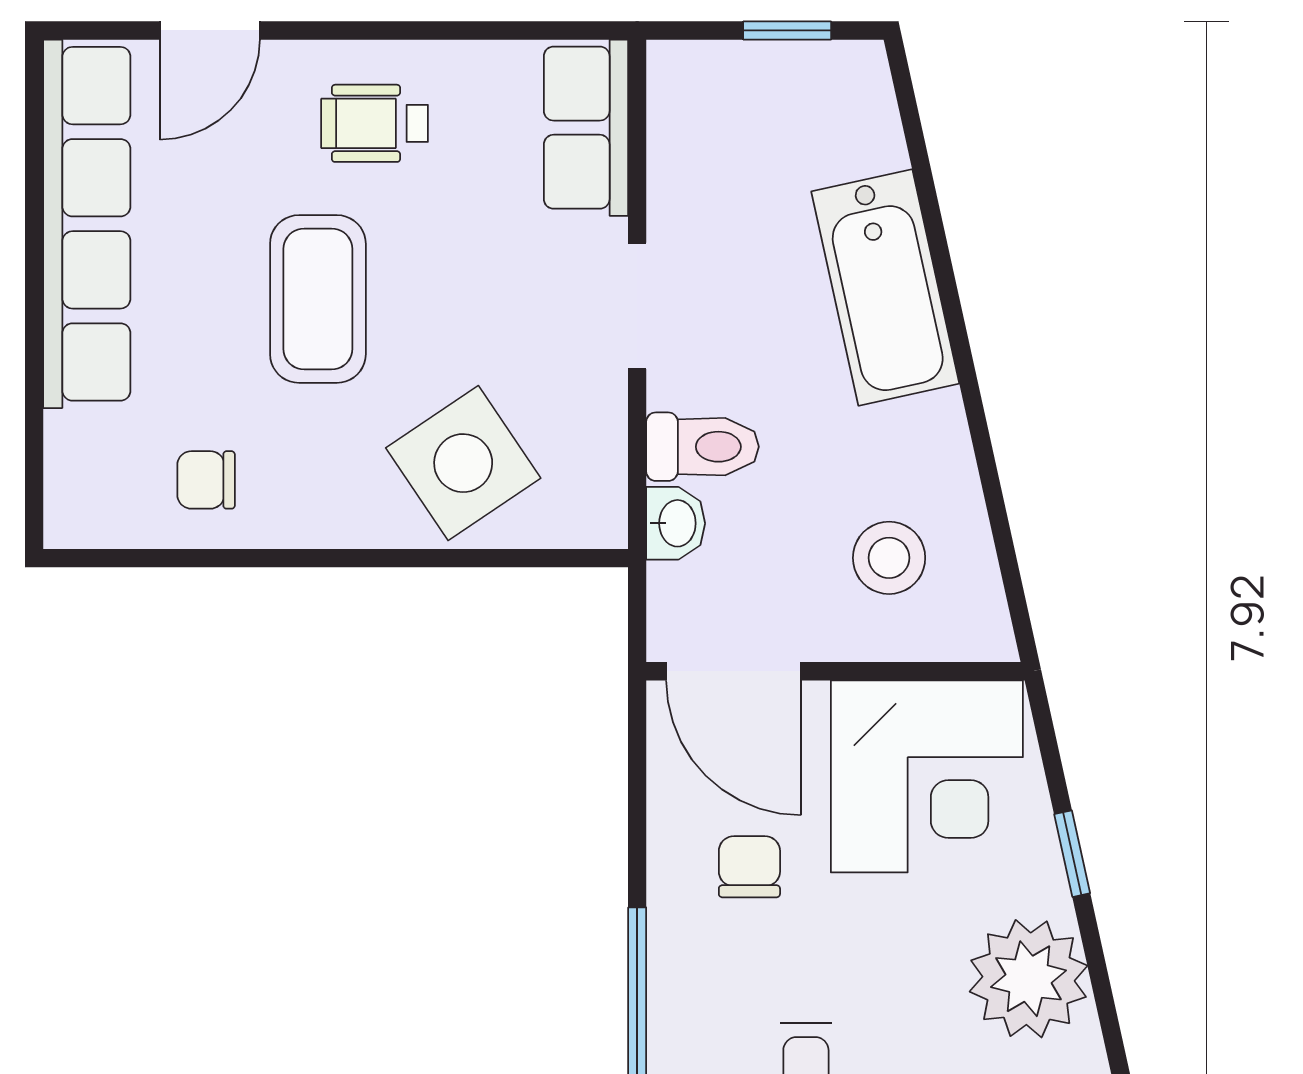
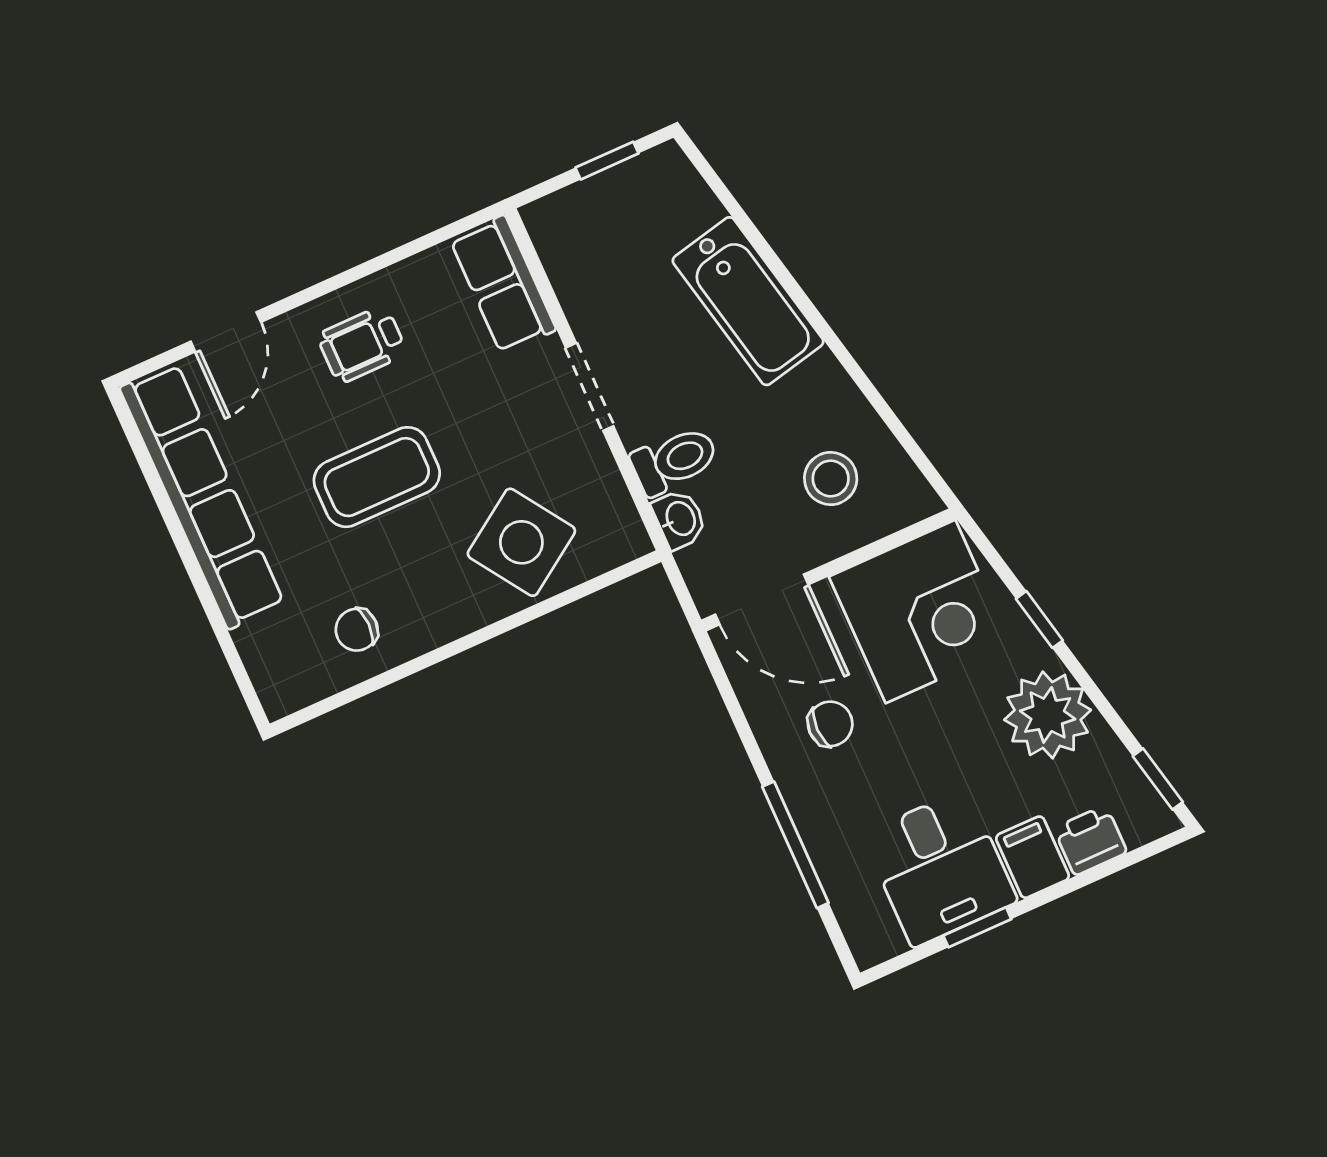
coffee table: (318, 299) -> (377, 477), turned 90
chair: (749, 867) -> (830, 724), turned 90

